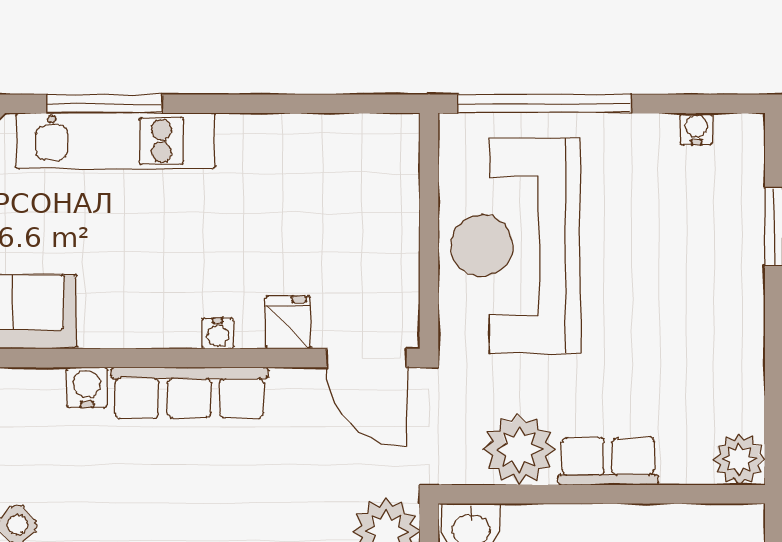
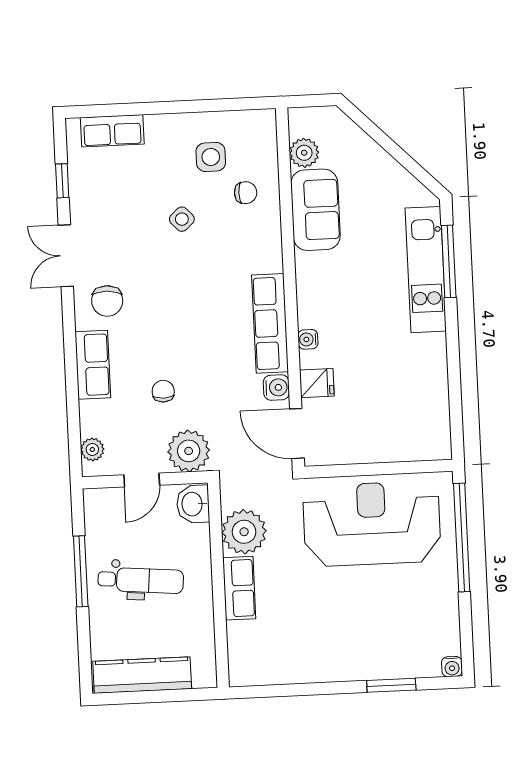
water cooler: (696, 129) -> (452, 667), moved, turned 90
door: (367, 358) -> (297, 434), hinge flipped
water cooler: (87, 387) -> (276, 387), moved
plant: (739, 459) -> (244, 670), removed

